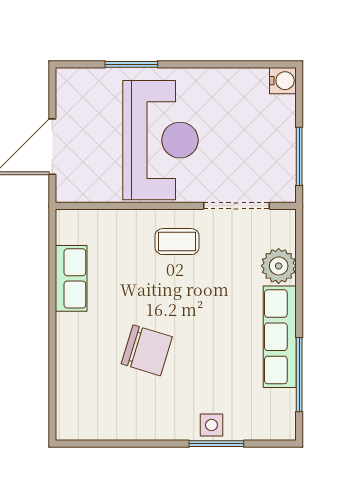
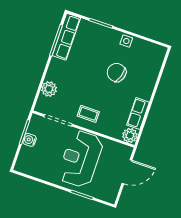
water cooler: (283, 81) -> (30, 140), moved
plant: (72, 226) -> (130, 135), added
row of seats: (280, 337) -> (66, 37), moved
side table: (211, 425) -> (126, 41), moved

